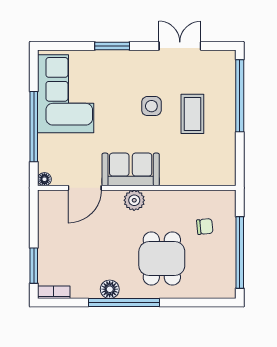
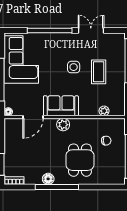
window: (112, 46) -> (50, 30), width x2.11
plant: (201, 178) -> (104, 111), added

